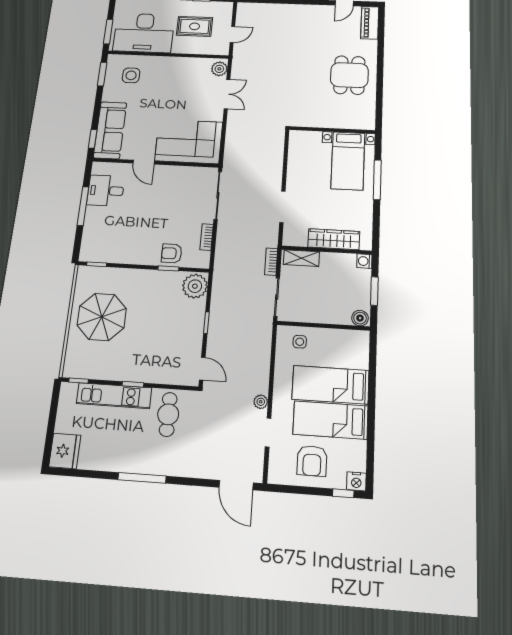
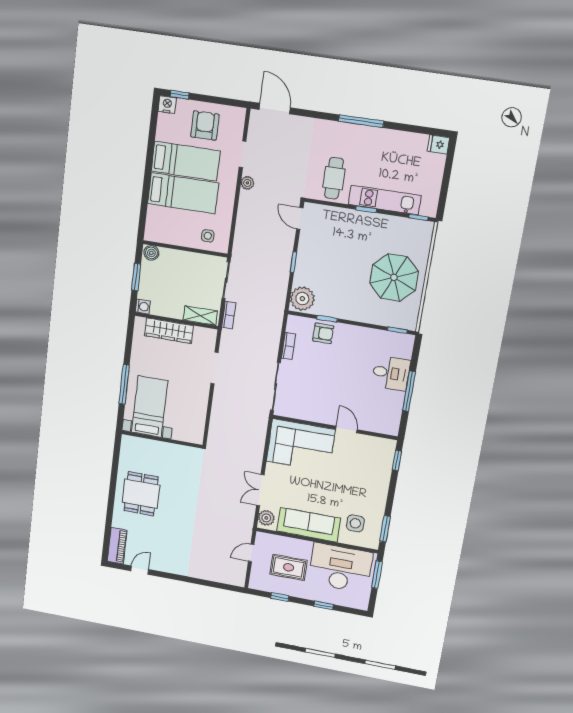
sofa: (110, 130) -> (309, 525), moved, turned 90
desk: (106, 191) -> (391, 373), moved
fridge: (65, 451) -> (438, 145), width x0.53, depth x0.75

